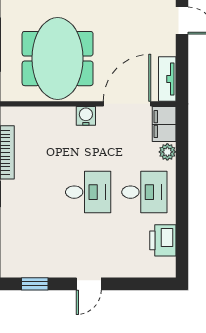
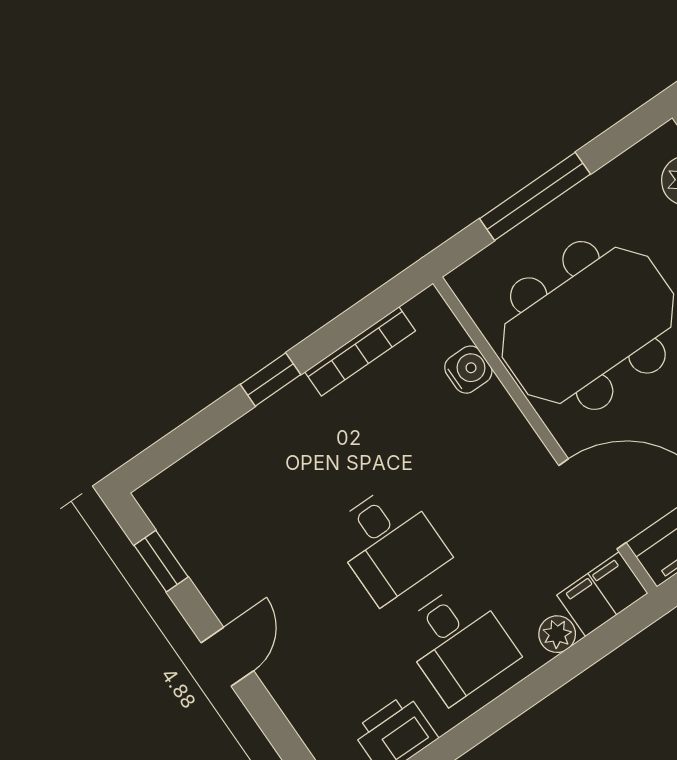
water cooler: (86, 116) -> (468, 370), moved
door: (89, 284) -> (227, 657), swing flipped

